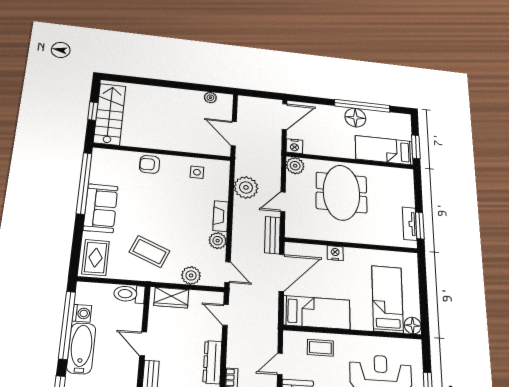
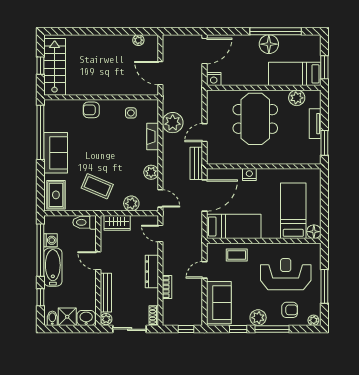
plant: (295, 166) -> (297, 98), moved
fireplace: (221, 216) -> (153, 137), moved
tv unit: (410, 224) -> (315, 124), moved

